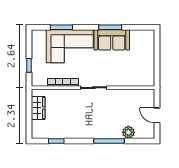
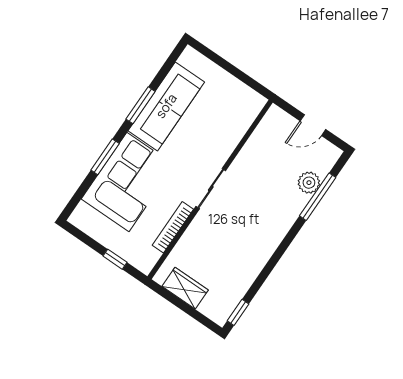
window: (61, 27) -> (105, 157), moved
sofa: (112, 40) -> (166, 106), width x1.36
window: (56, 141) -> (238, 312), moved
window: (109, 141) -> (318, 197), moved

